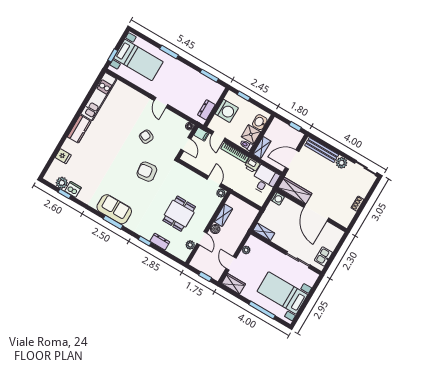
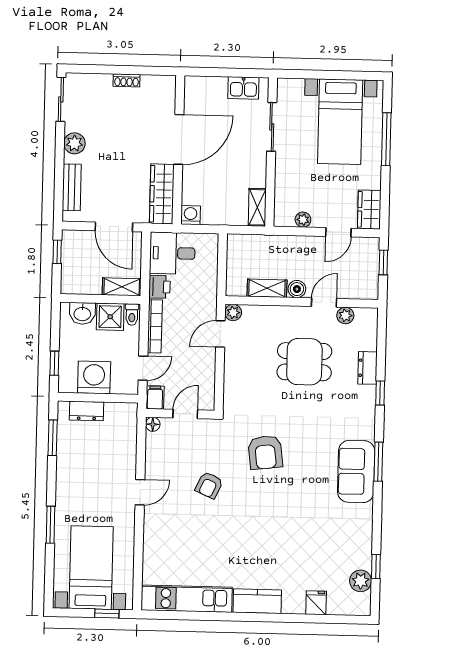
dresser: (206, 110) -> (87, 411), moved
bench: (322, 150) -> (72, 187), width x0.73
dishwasher: (73, 189) -> (361, 557), removed

